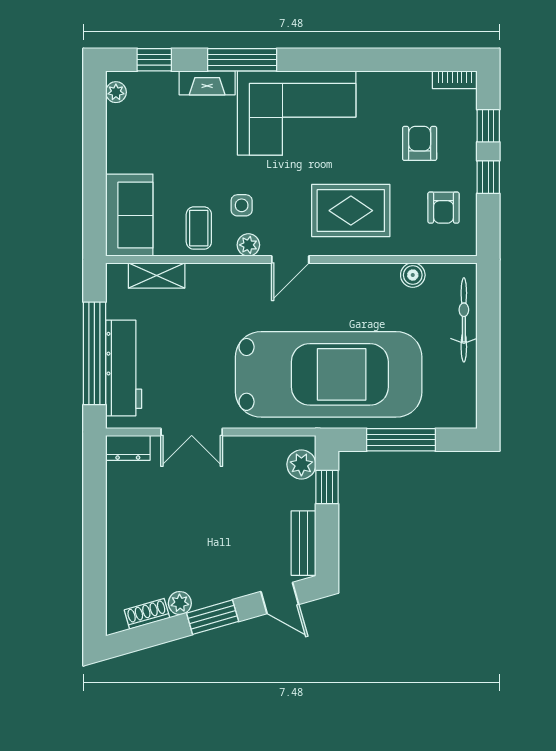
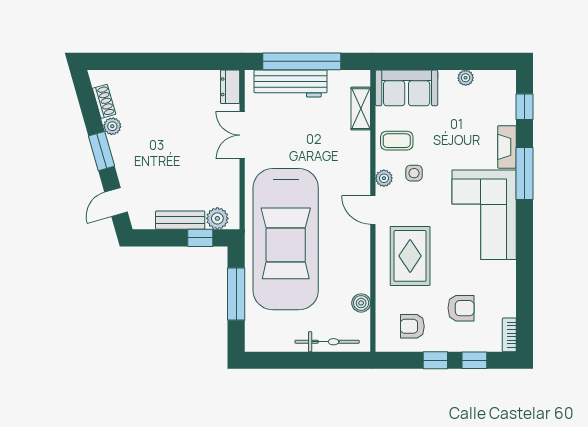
plant: (116, 92) -> (466, 78), moved
bench: (304, 543) -> (180, 220), moved

